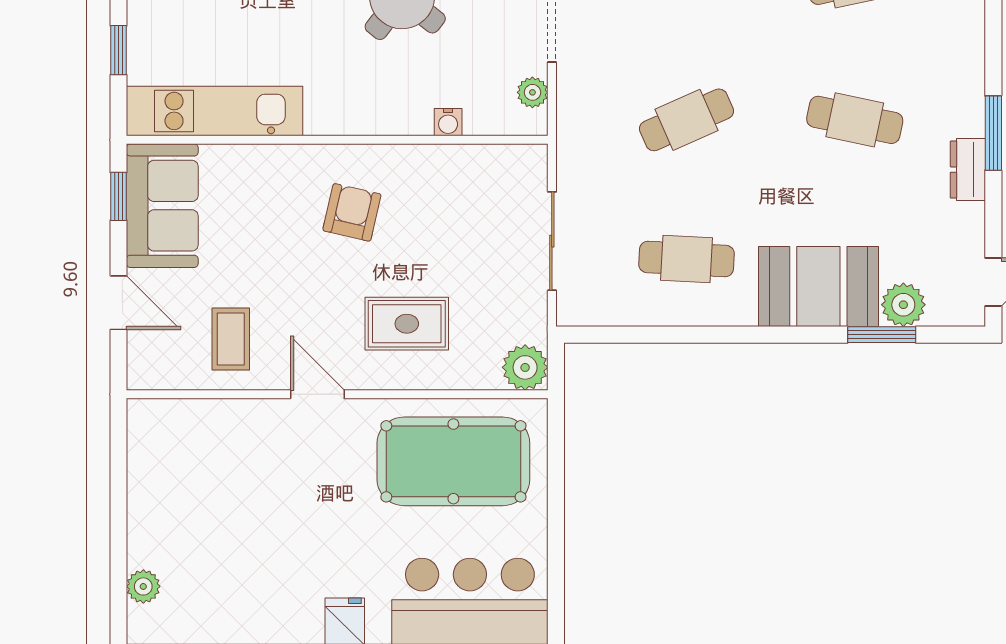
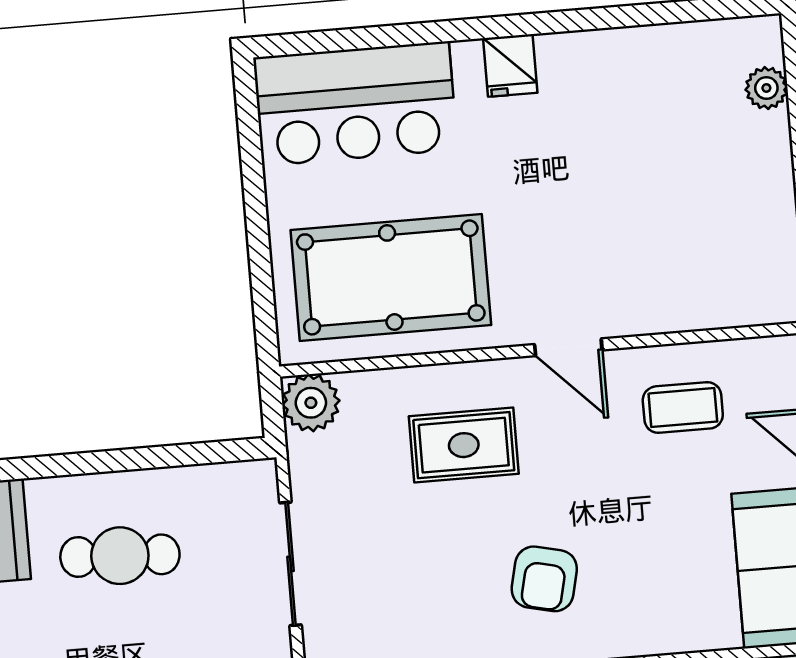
coffee table: (231, 339) -> (683, 407), turned 90

